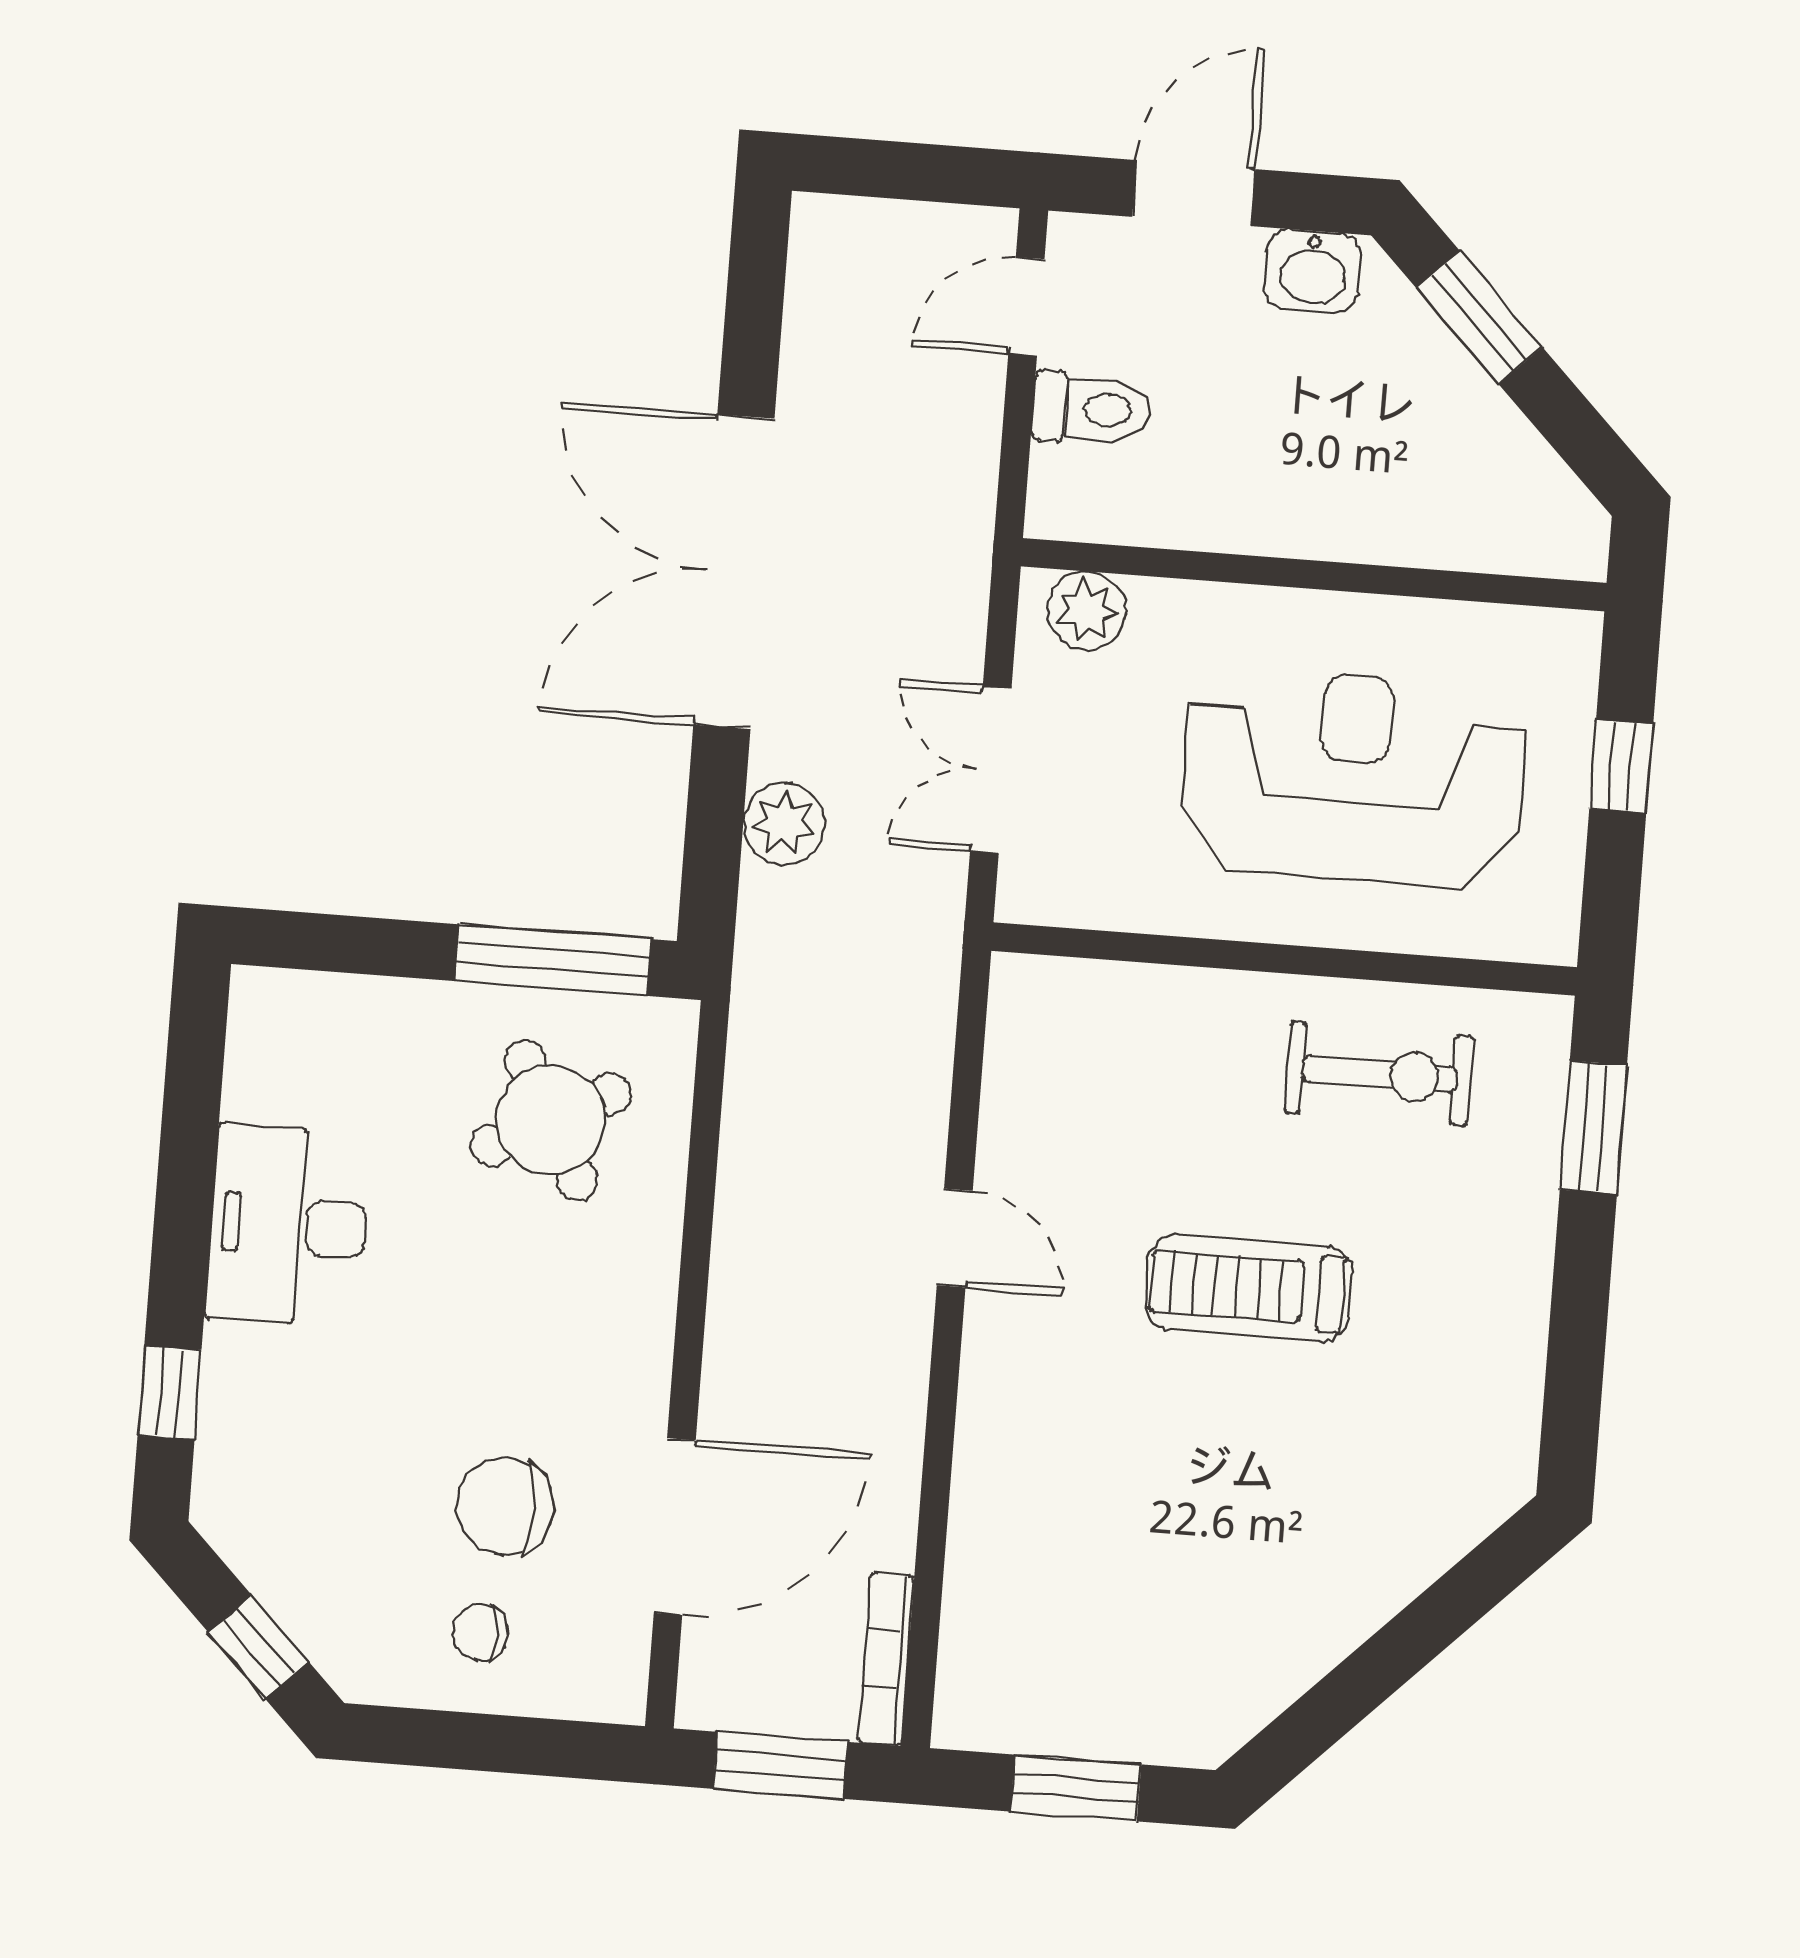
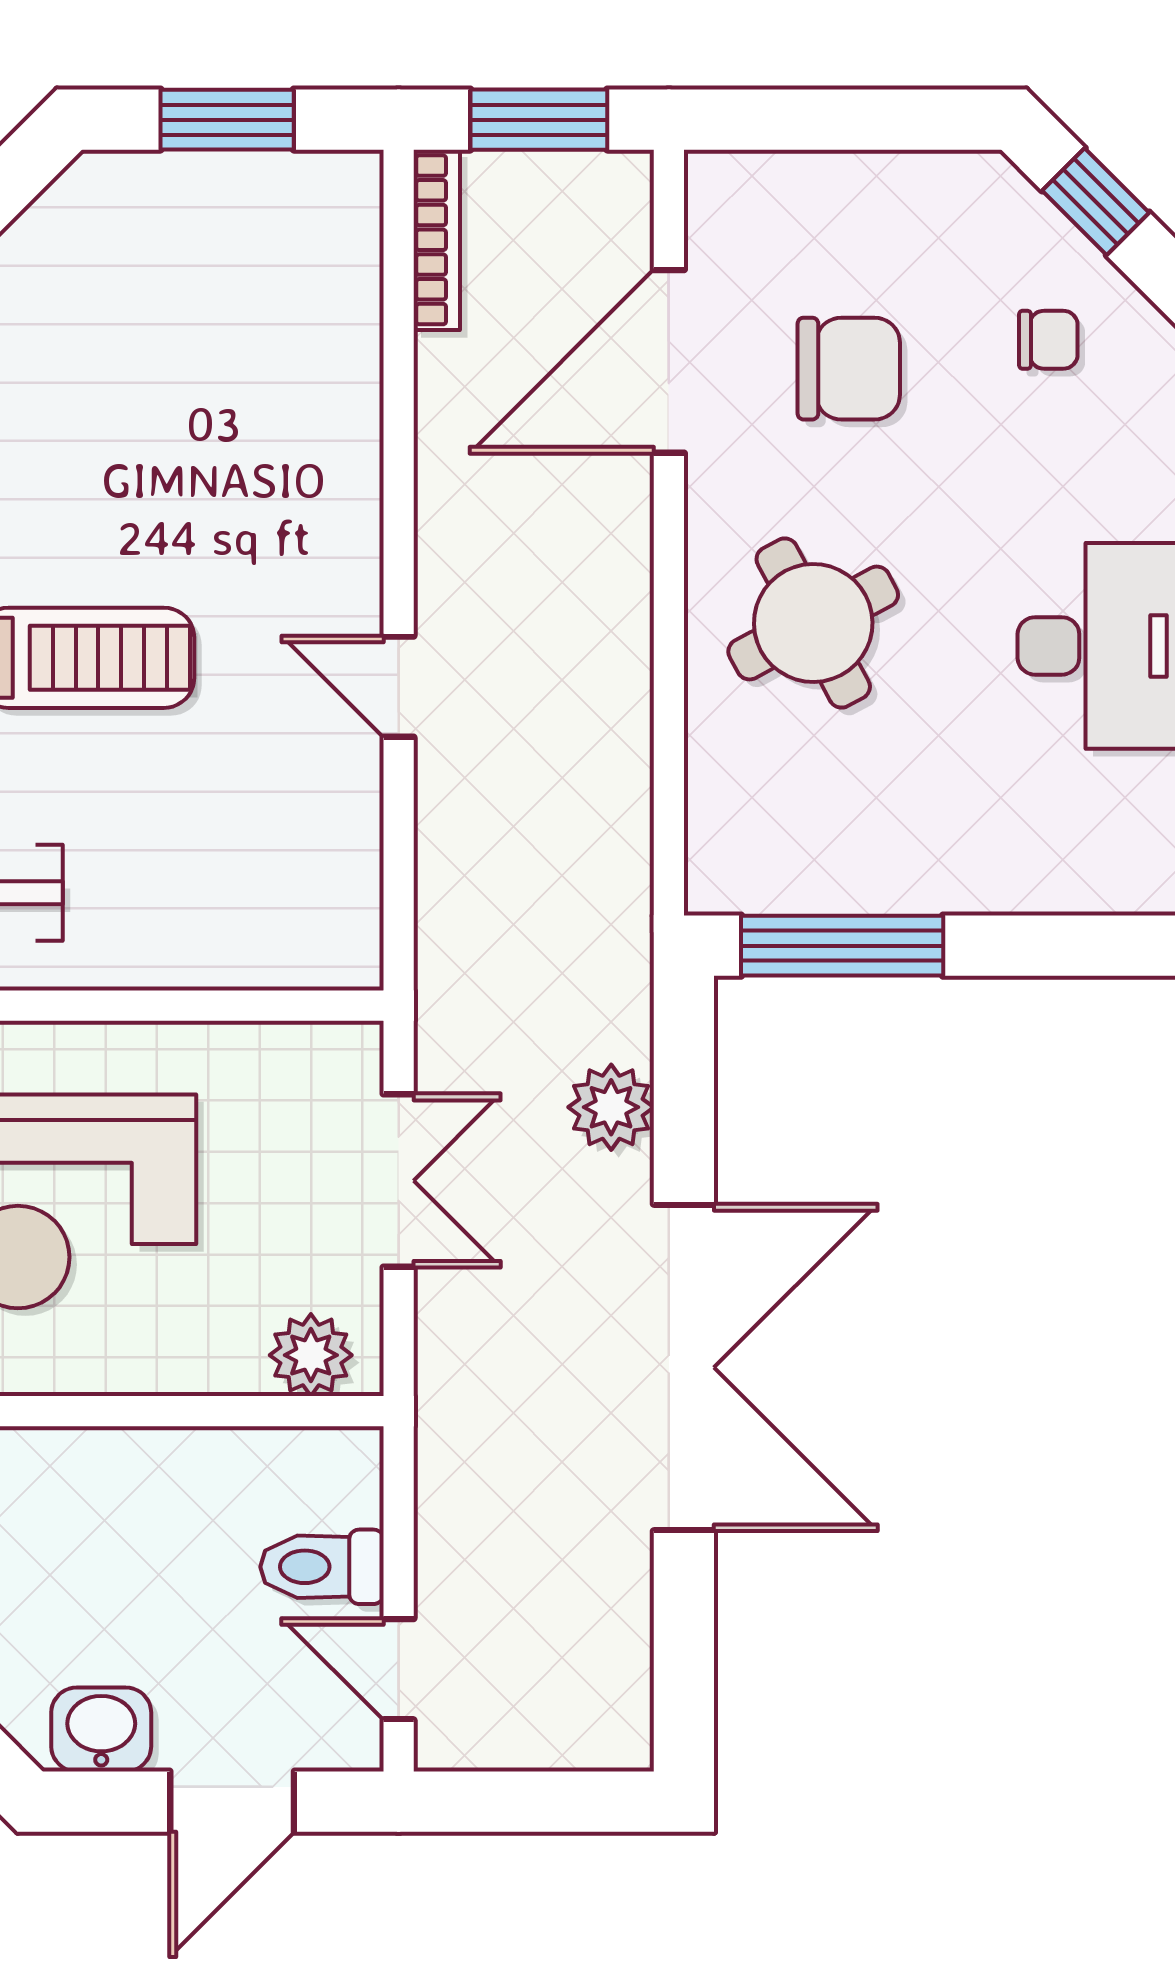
door: (1026, 306) -> (399, 1669), swing flipped
round table: (551, 1120) -> (813, 623), moved
chair: (480, 1632) -> (1048, 340), moved

